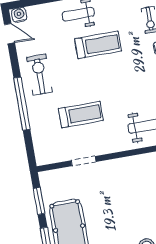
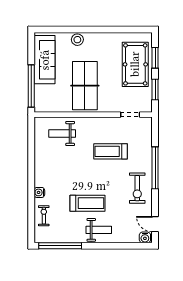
treadmill: (98, 45) -> (88, 203), turned 180
doorway: (83, 161) -> (130, 115), moved
table tennis table: (127, 191) -> (85, 86), added

